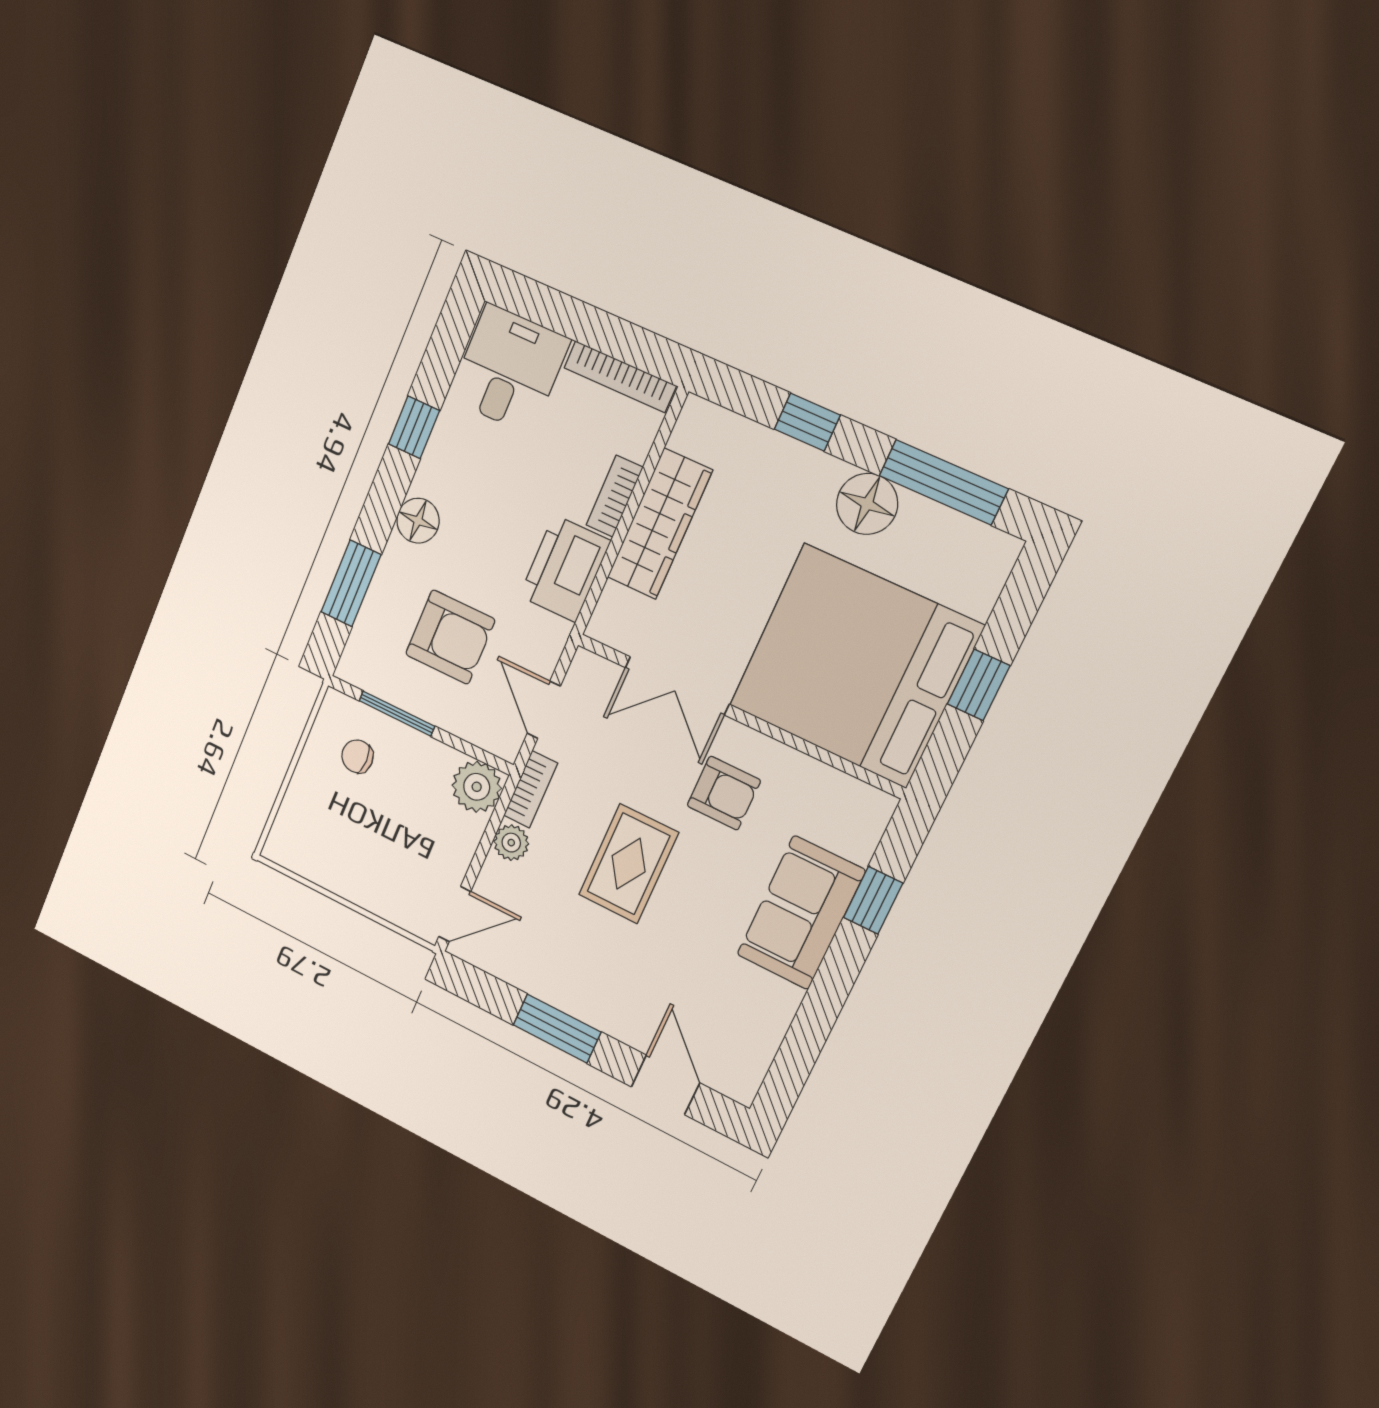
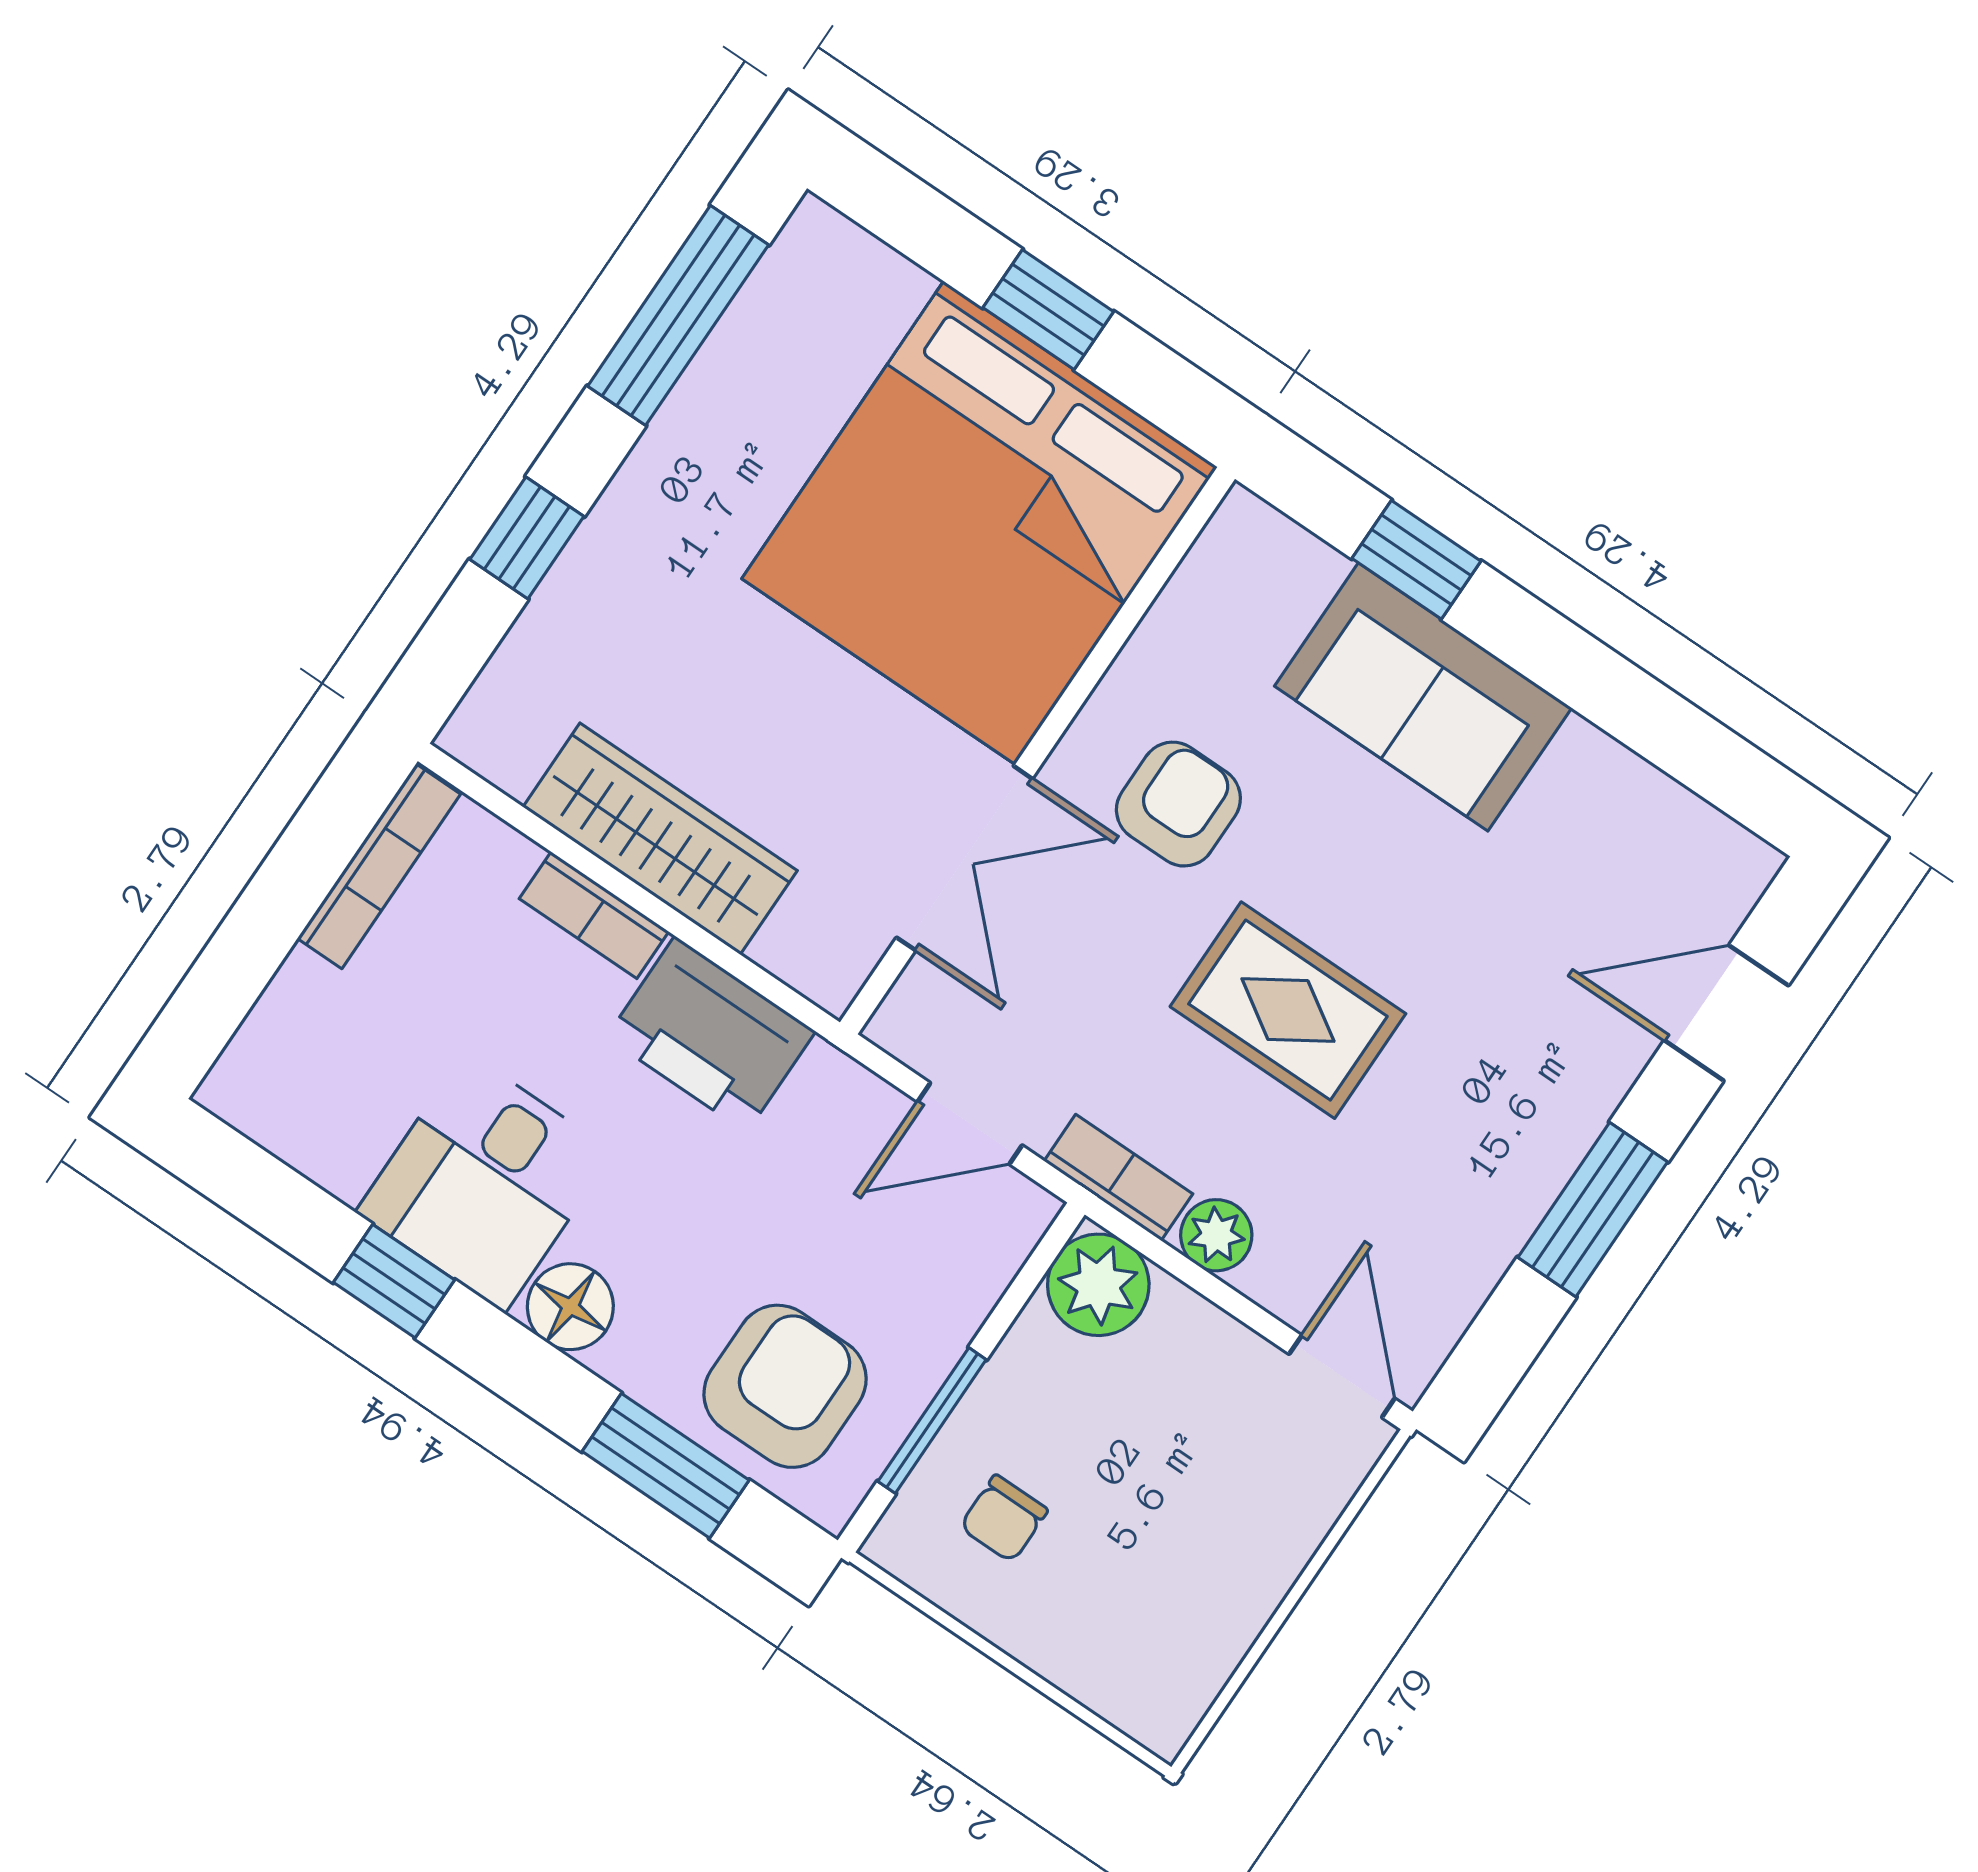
desk: (509, 369) -> (485, 1182), moved, turned -90
floor lamp: (867, 504) -> (692, 455), removed
armchair: (450, 637) -> (785, 1386), moved

